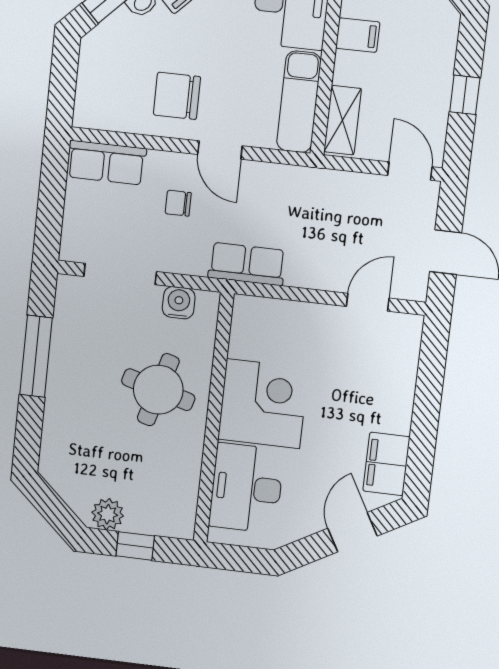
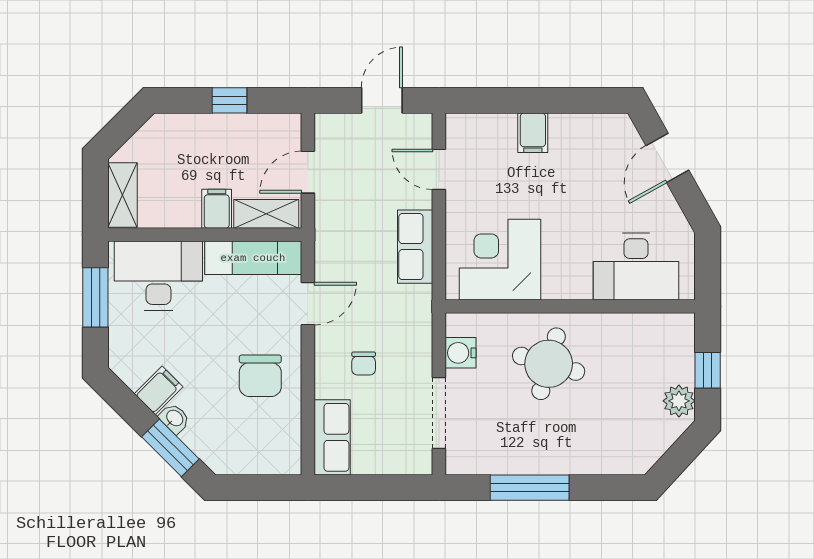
filing cabinet: (358, 35) -> (217, 209), moved
door: (220, 150) -> (308, 304), moved
door: (410, 171) -> (308, 172), moved
row of seats: (247, 264) -> (415, 247), moved
corner desk: (263, 404) -> (500, 260), moved
filing cabinet: (386, 464) -> (533, 133), moved, width x0.50
door: (353, 532) -> (667, 158), hinge flipped

